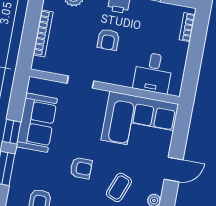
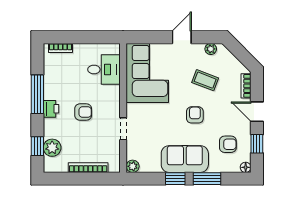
plant: (35, 85) -> (133, 166), added
sofa: (37, 123) -> (185, 159), moved
door: (174, 170) -> (182, 37), hinge flipped

